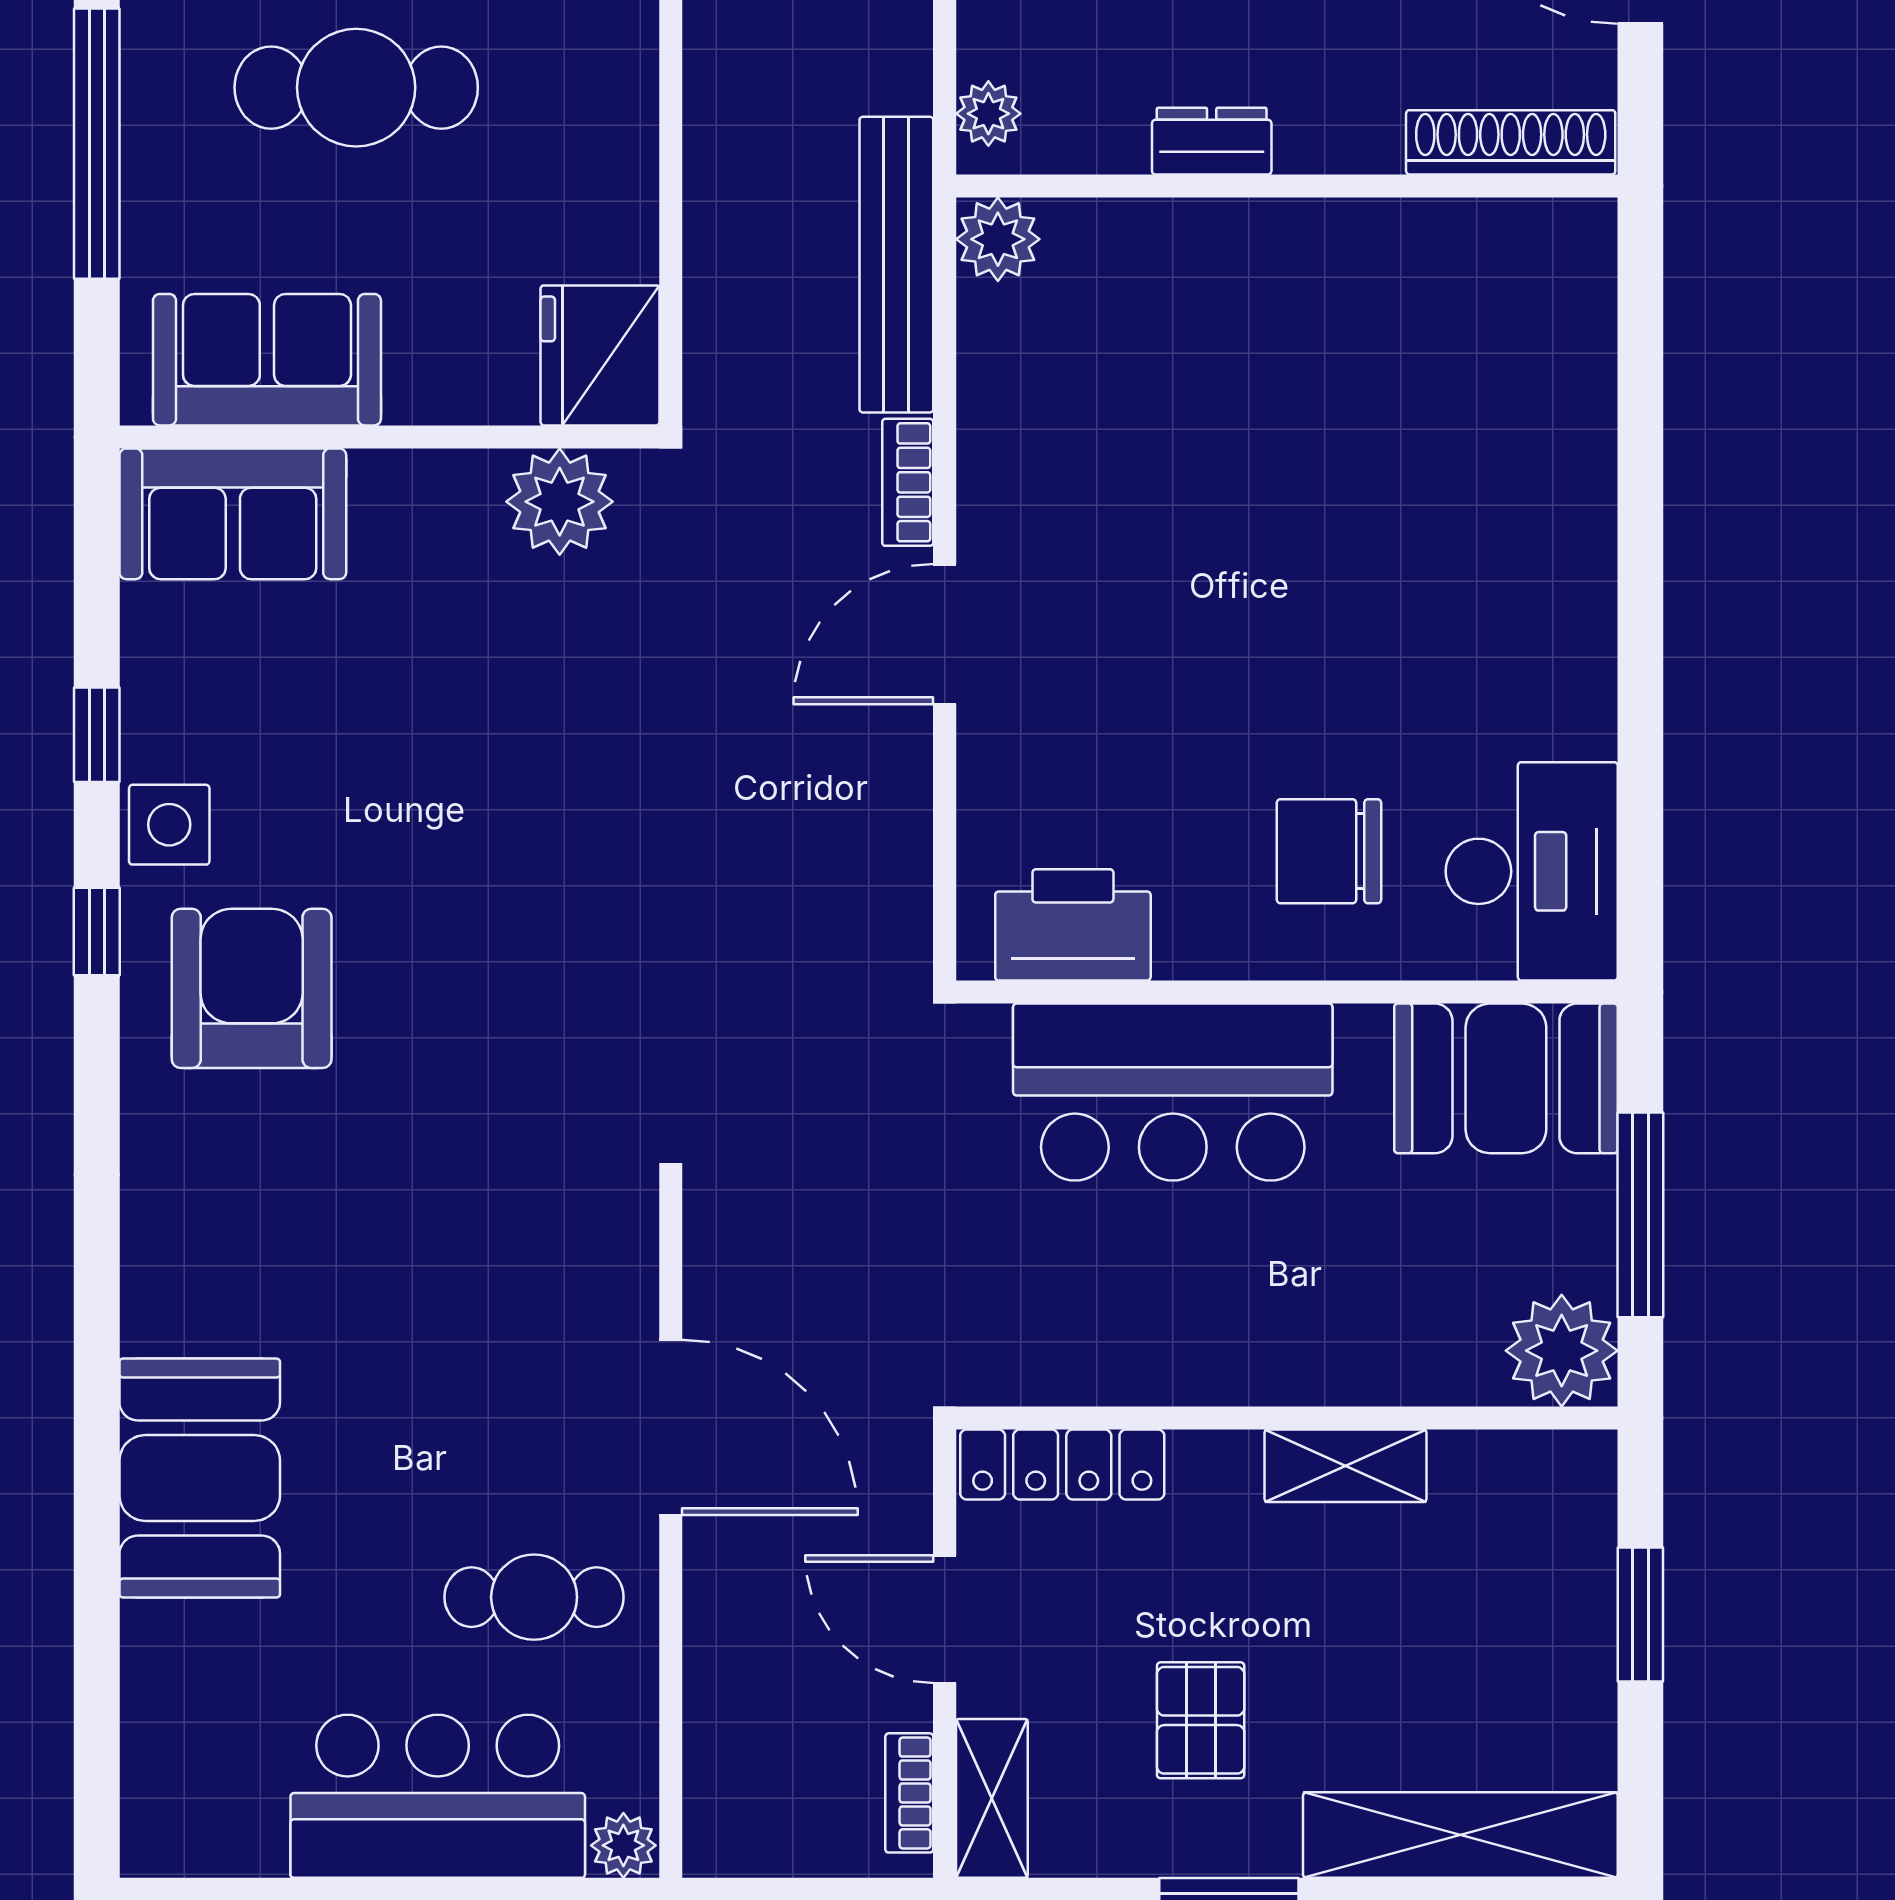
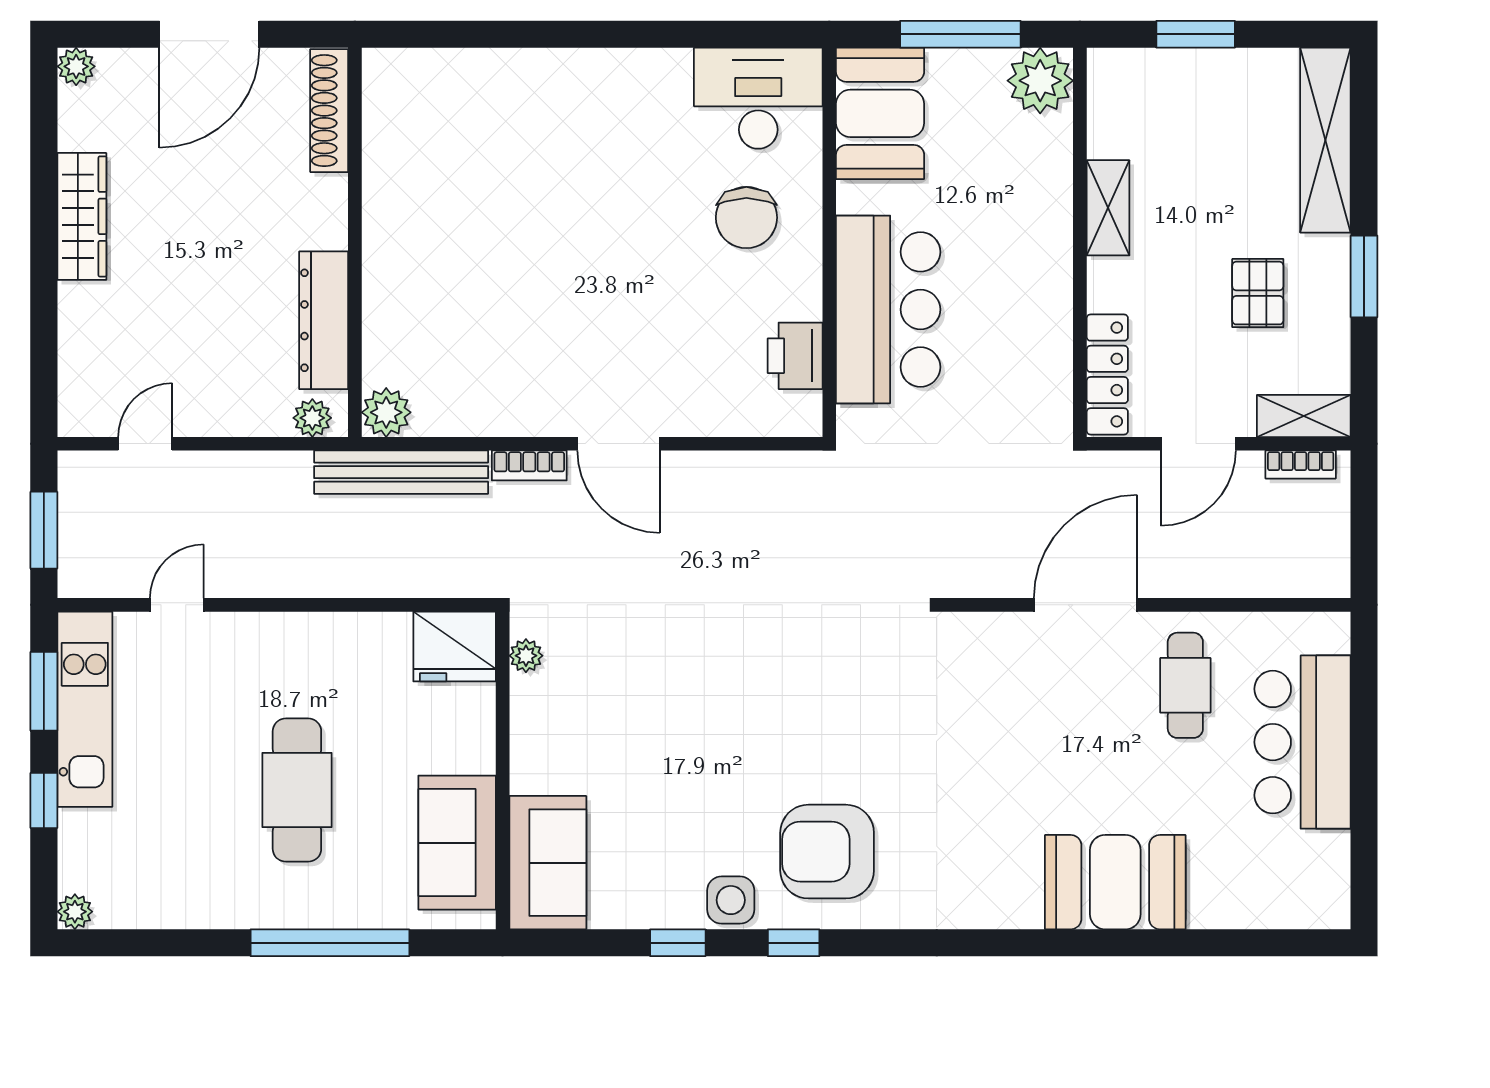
dresser: (1212, 141) -> (324, 320), width x1.96, depth x1.24
plant: (560, 502) -> (526, 656), width x0.53, depth x0.53
printer: (1073, 925) -> (795, 356), width x0.73, depth x0.84
pallet: (1201, 1720) -> (1258, 293), turned 90
plant: (623, 1845) -> (1331, 633), removed

